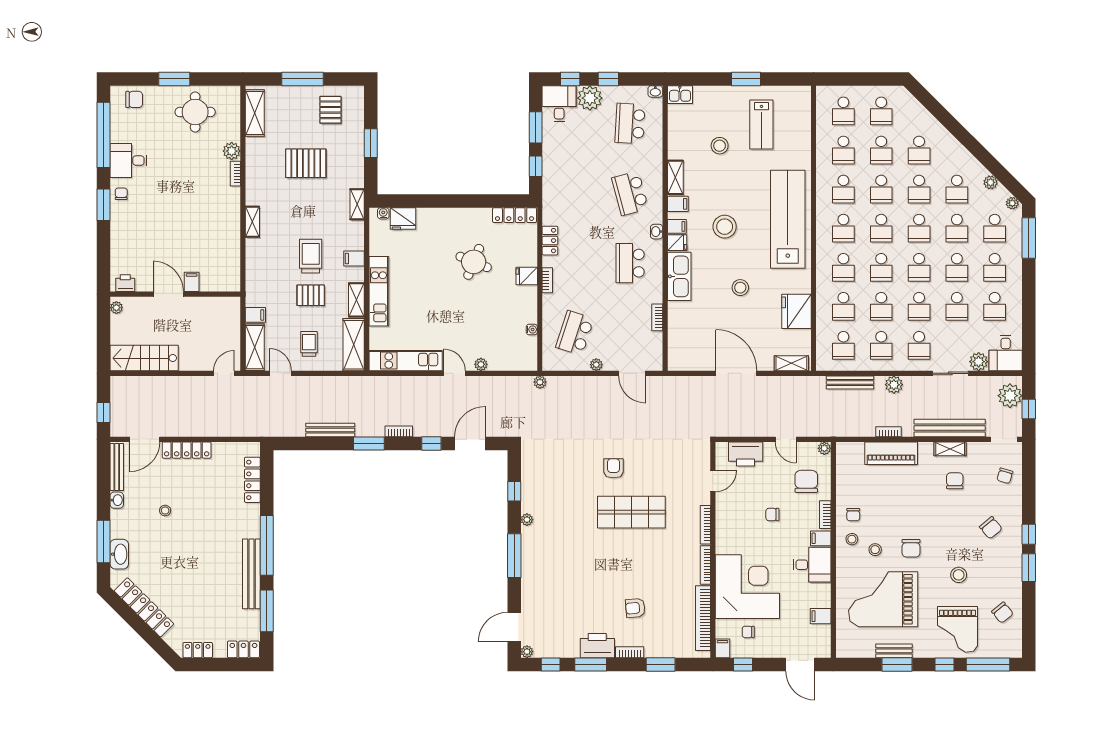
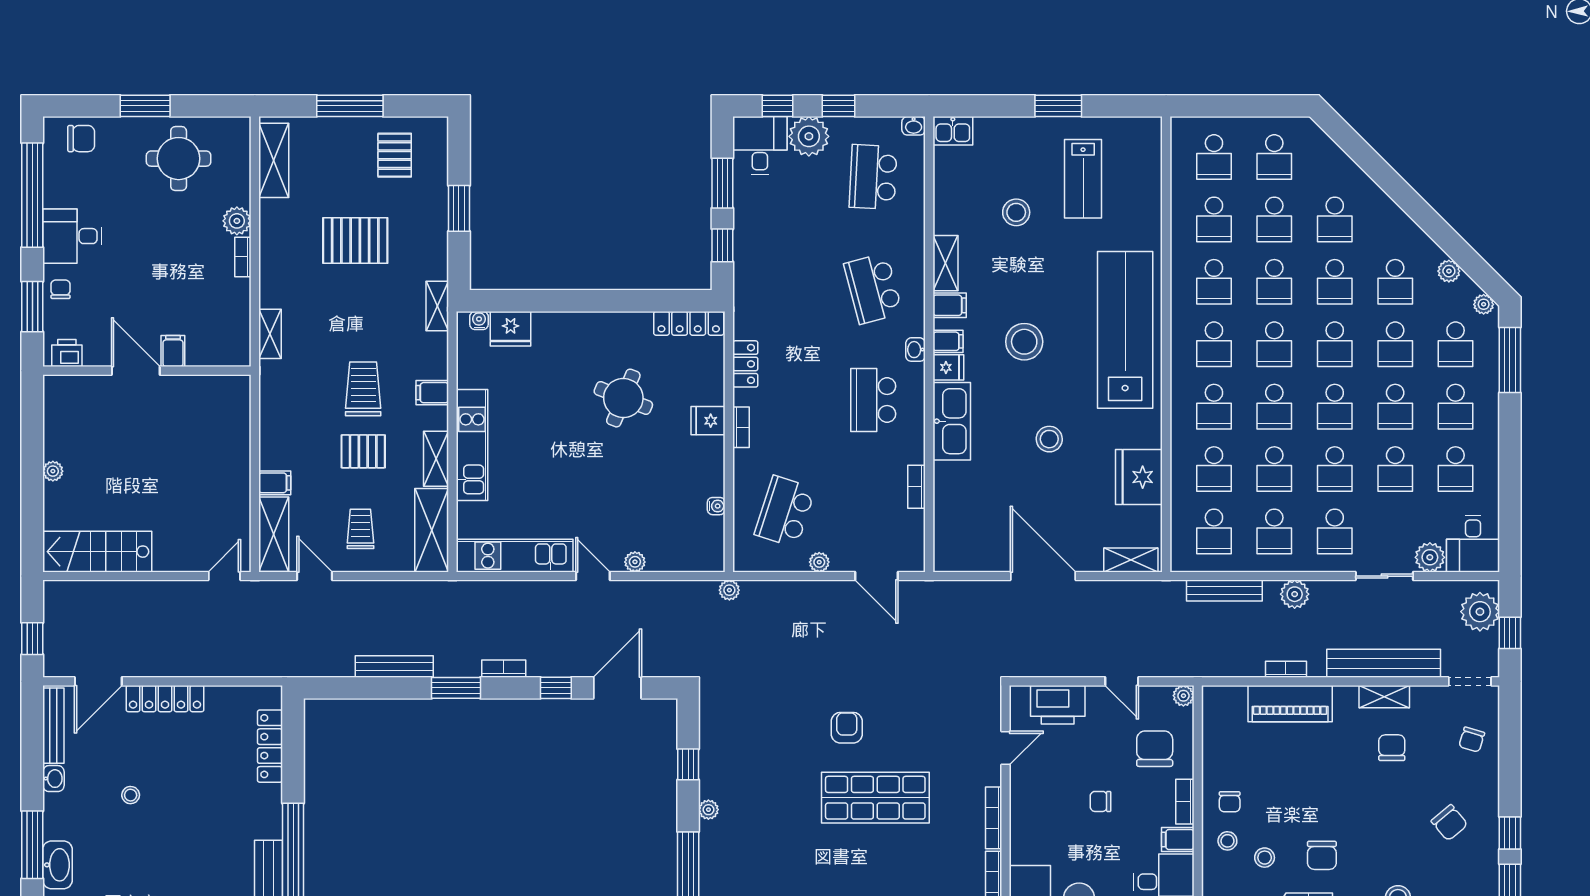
filing cabinet: (192, 282) -> (173, 351), moved
printer: (125, 283) -> (67, 353), moved
door: (168, 294) -> (136, 371), moved
wall: (175, 294) -> (147, 371), moved

